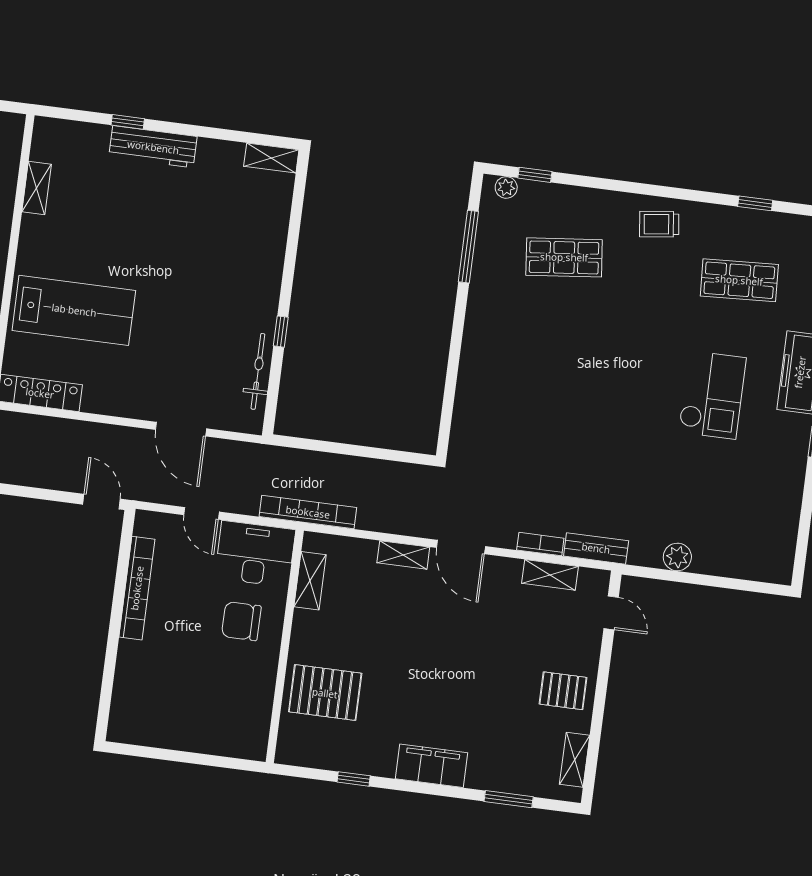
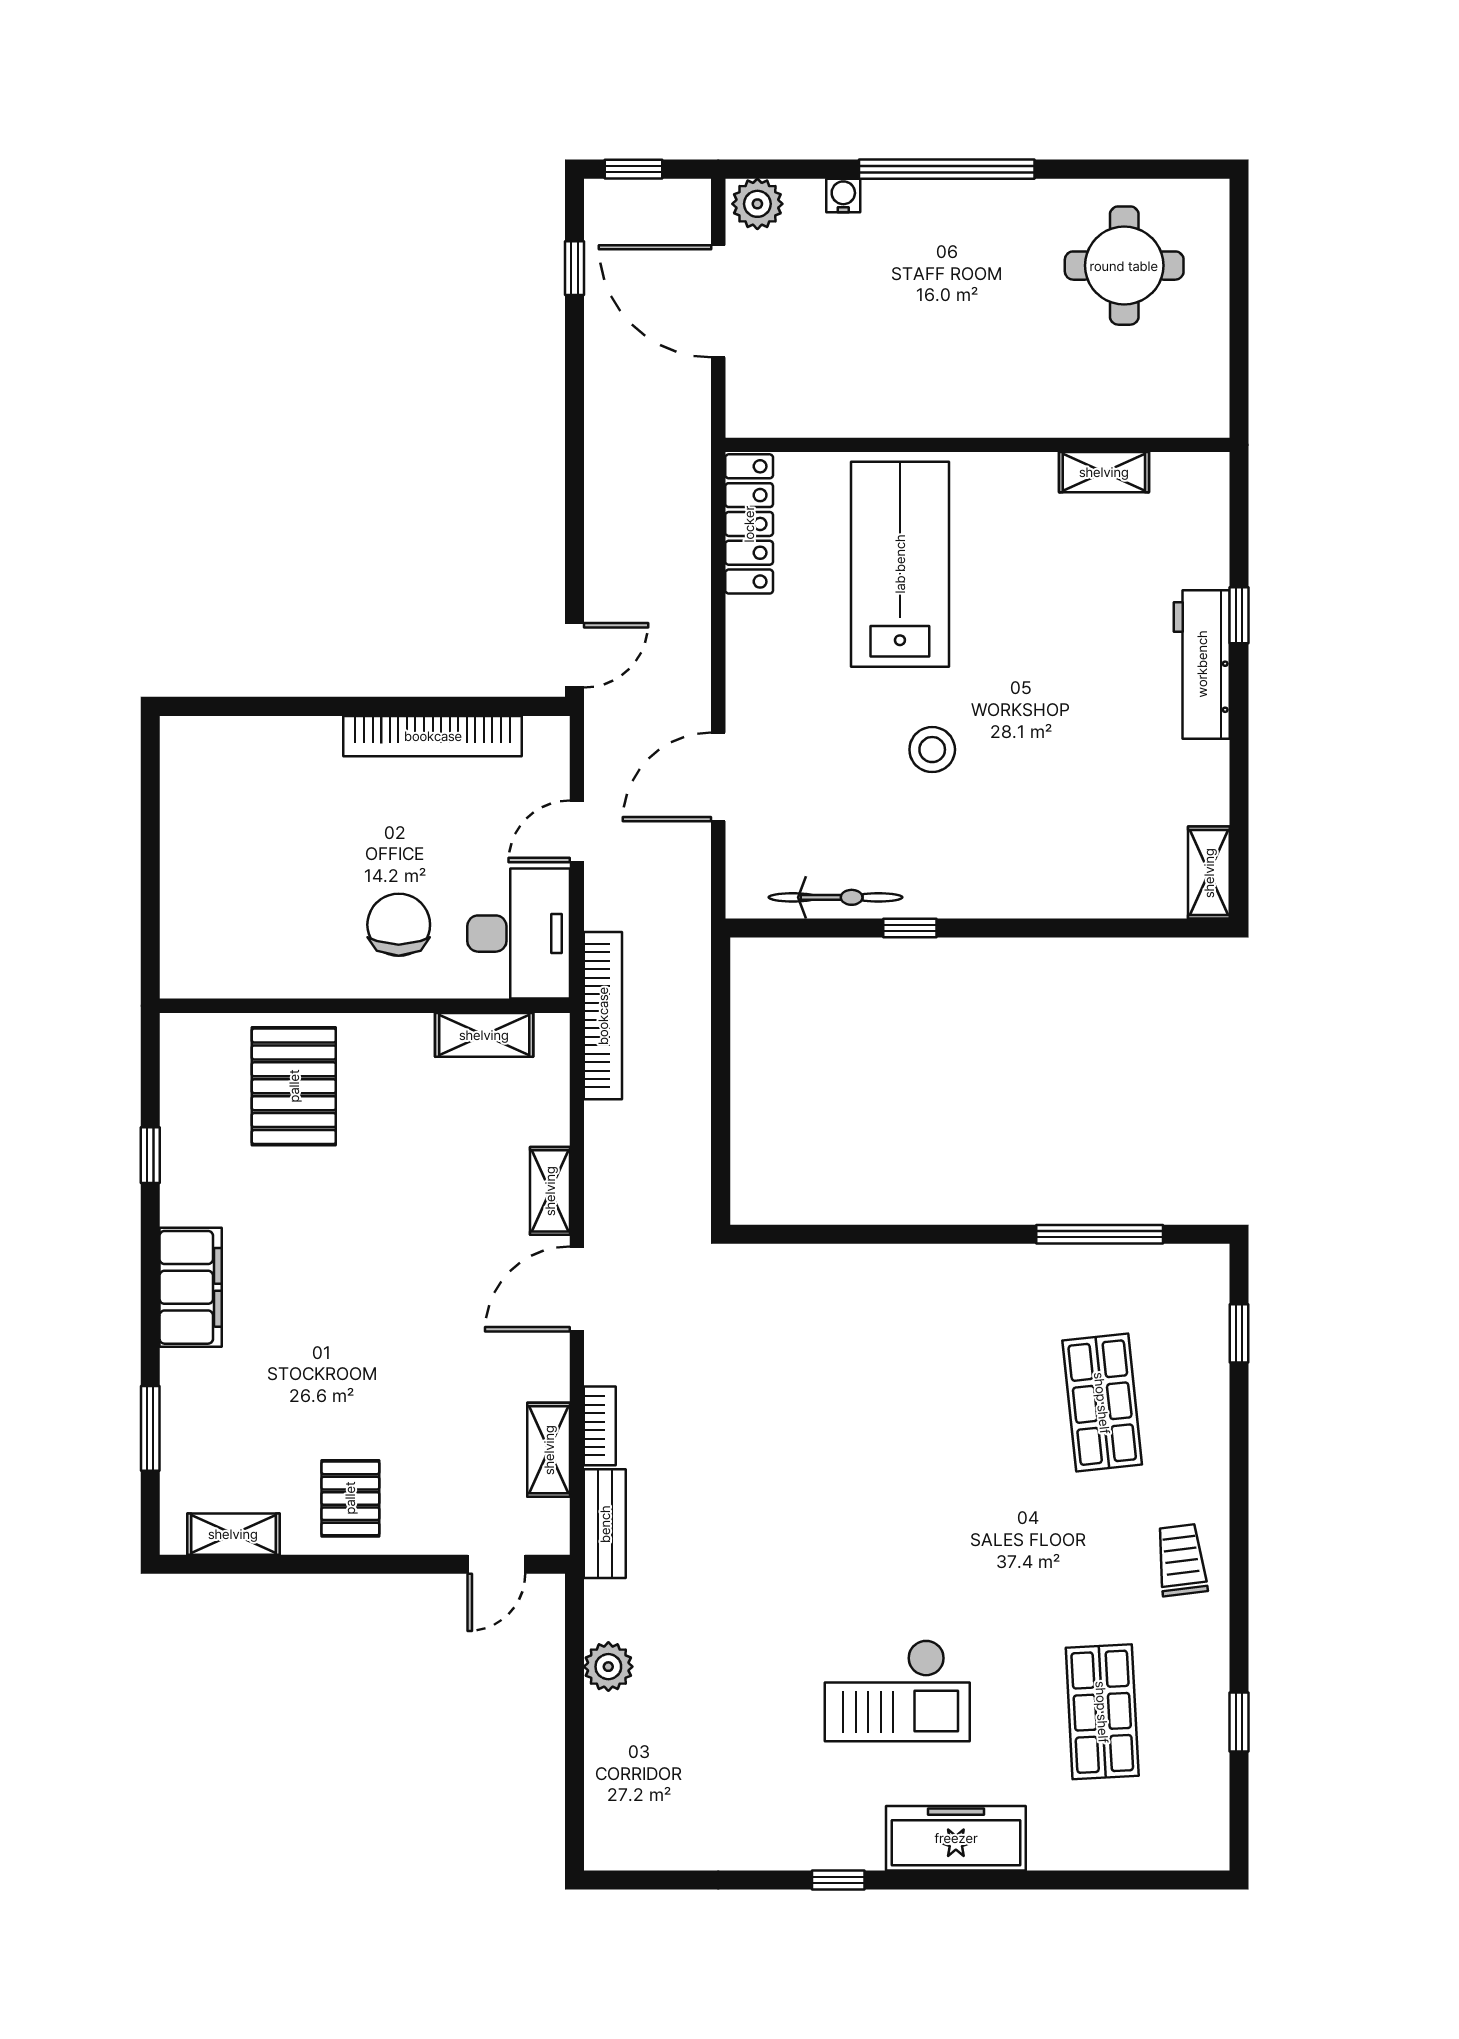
plant: (506, 187) -> (1211, 1286), removed
stool: (181, 306) -> (932, 750), added
lab bench: (74, 310) -> (900, 564), turned 180

